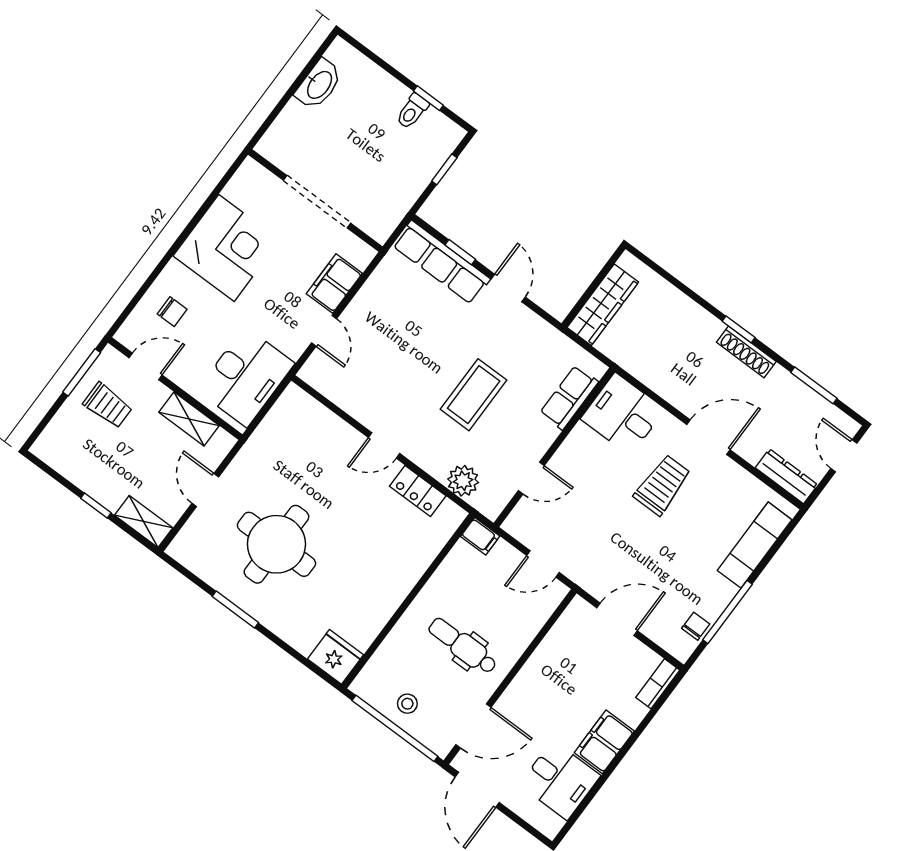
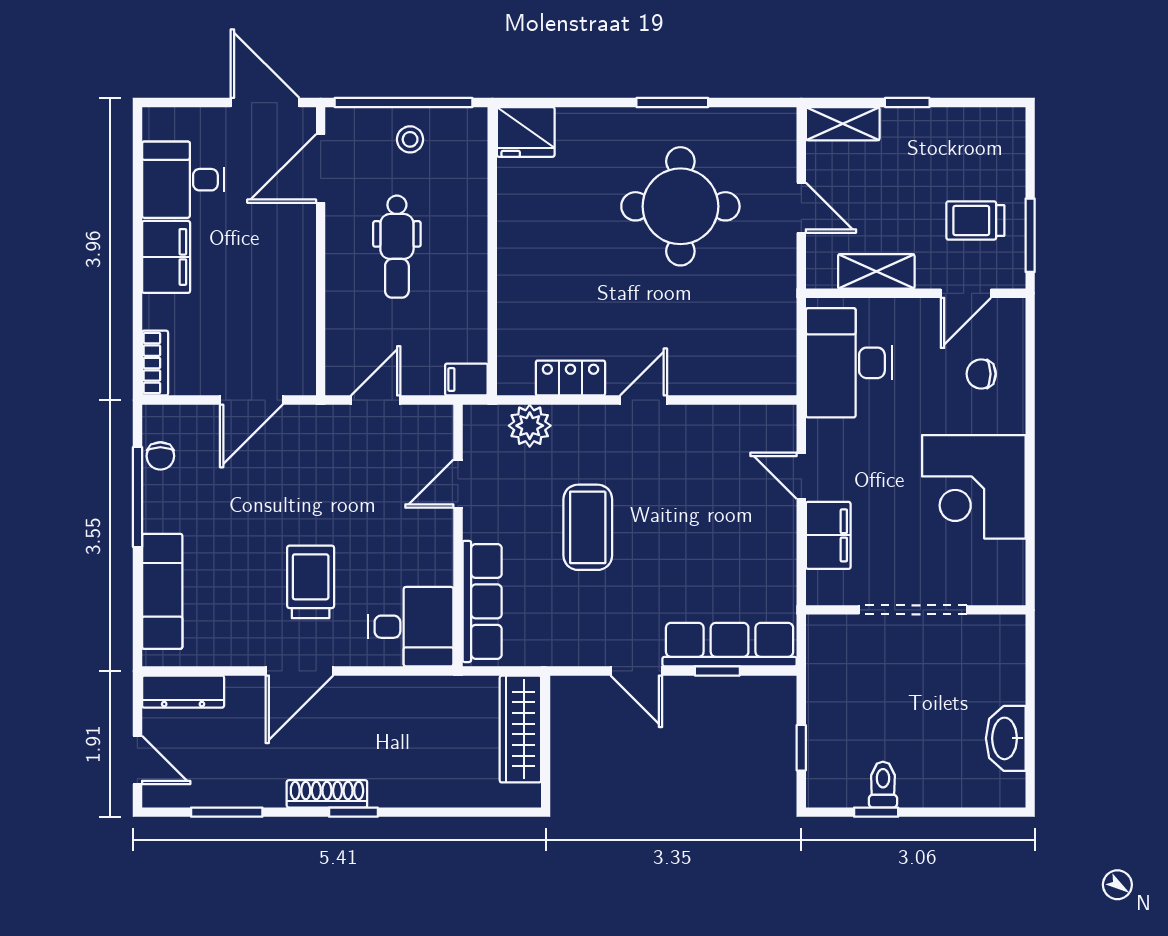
row of seats: (569, 397) -> (482, 601), width x1.48
trolley: (662, 485) -> (311, 582), turned 180
dental chair: (463, 646) -> (397, 247), turned 90

